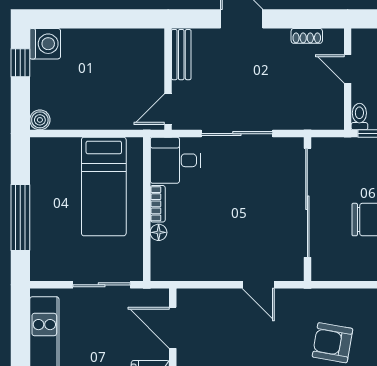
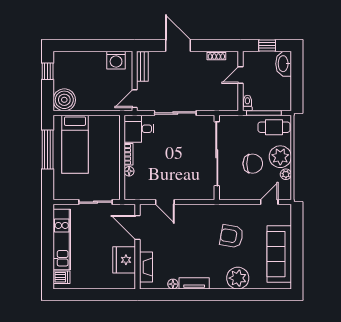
washing machine: (45, 44) -> (116, 60), moved, turned 90
door: (348, 69) -> (240, 75), hinge flipped
boiler: (40, 120) -> (64, 100), width x1.86, depth x1.86
bed: (104, 186) -> (75, 144), moved
window: (20, 217) -> (48, 149), moved
door: (258, 285) -> (165, 202), moved

